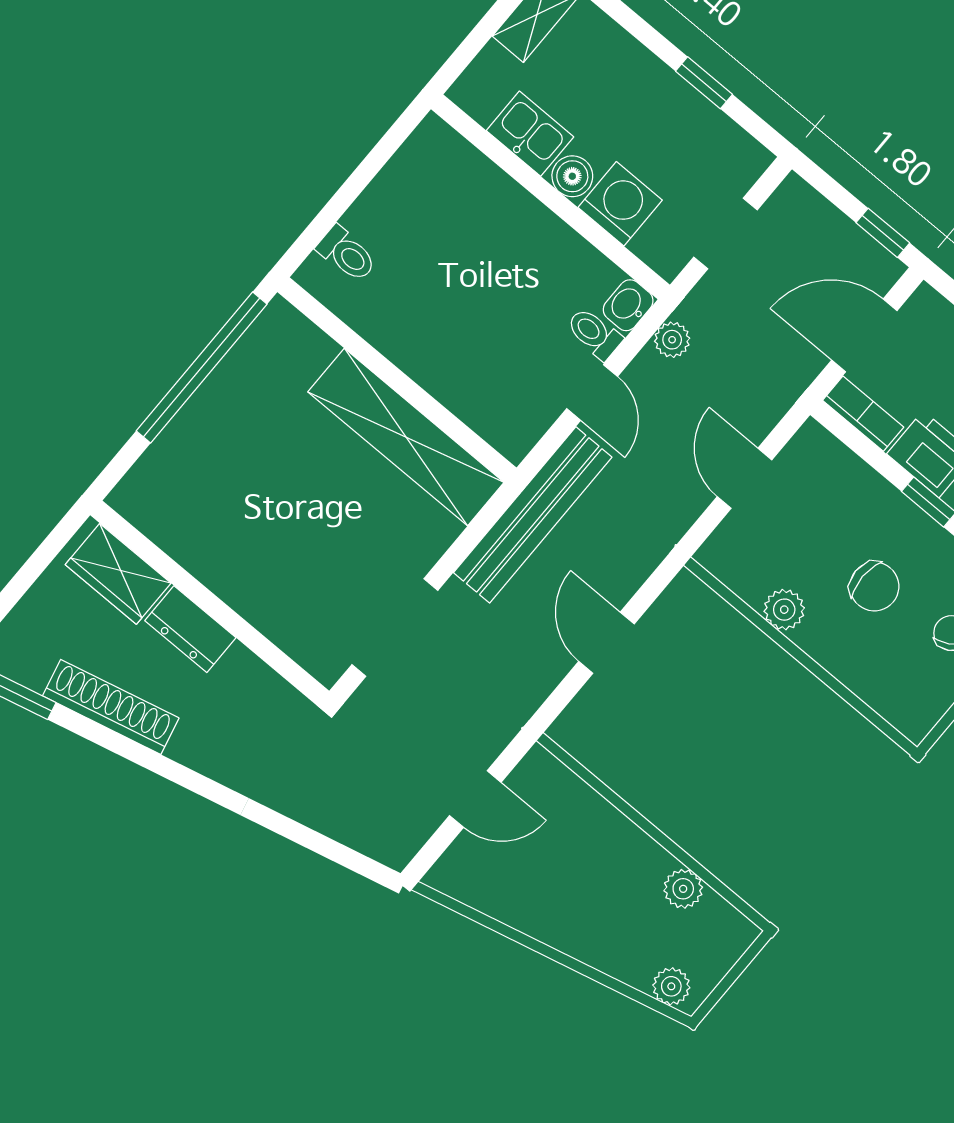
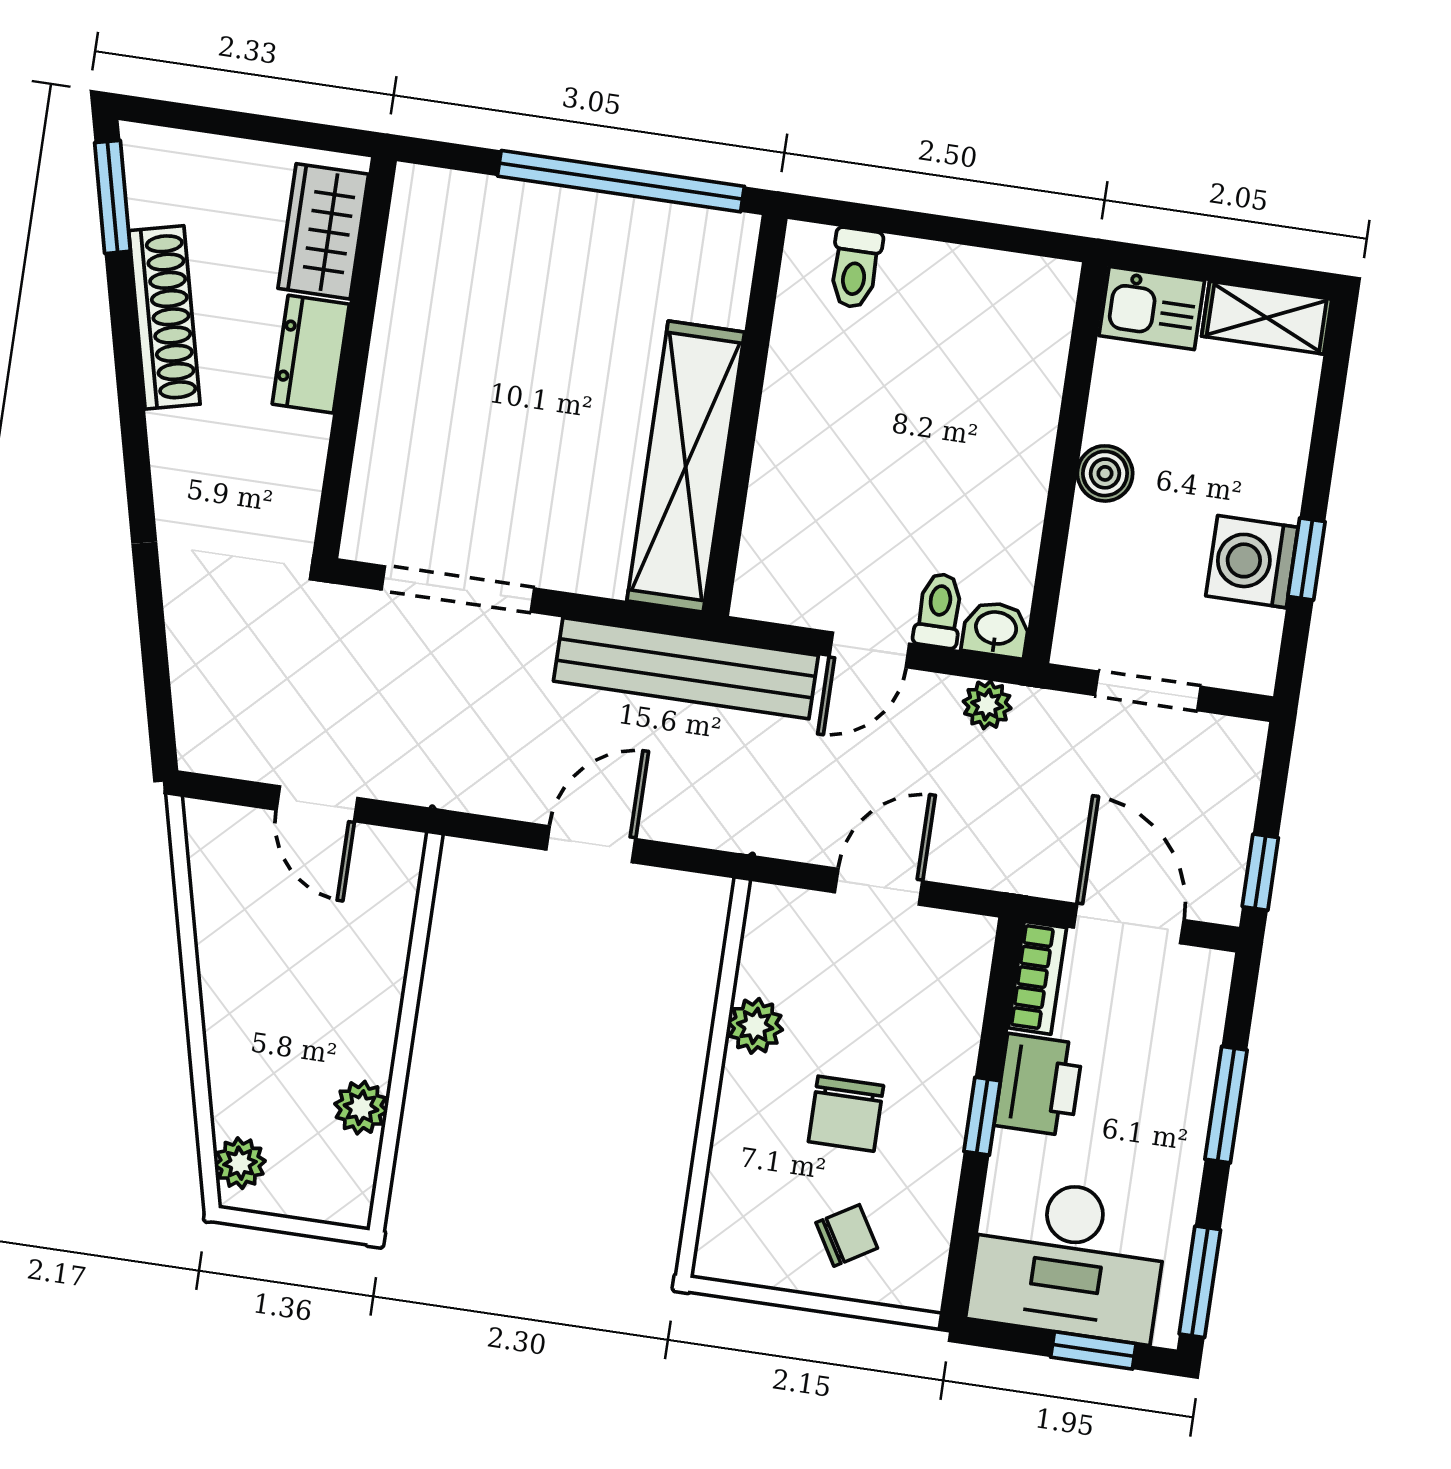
kitchen sink: (530, 134) -> (1152, 308), moved, turned 90
washing machine: (620, 204) -> (1252, 562), moved, turned 180

